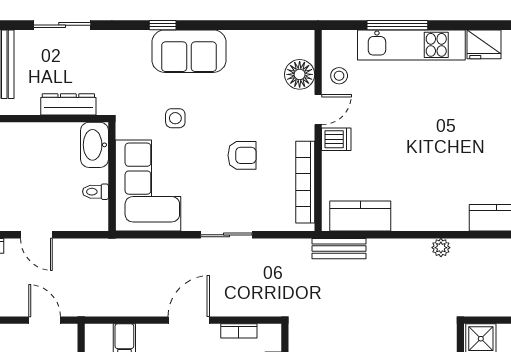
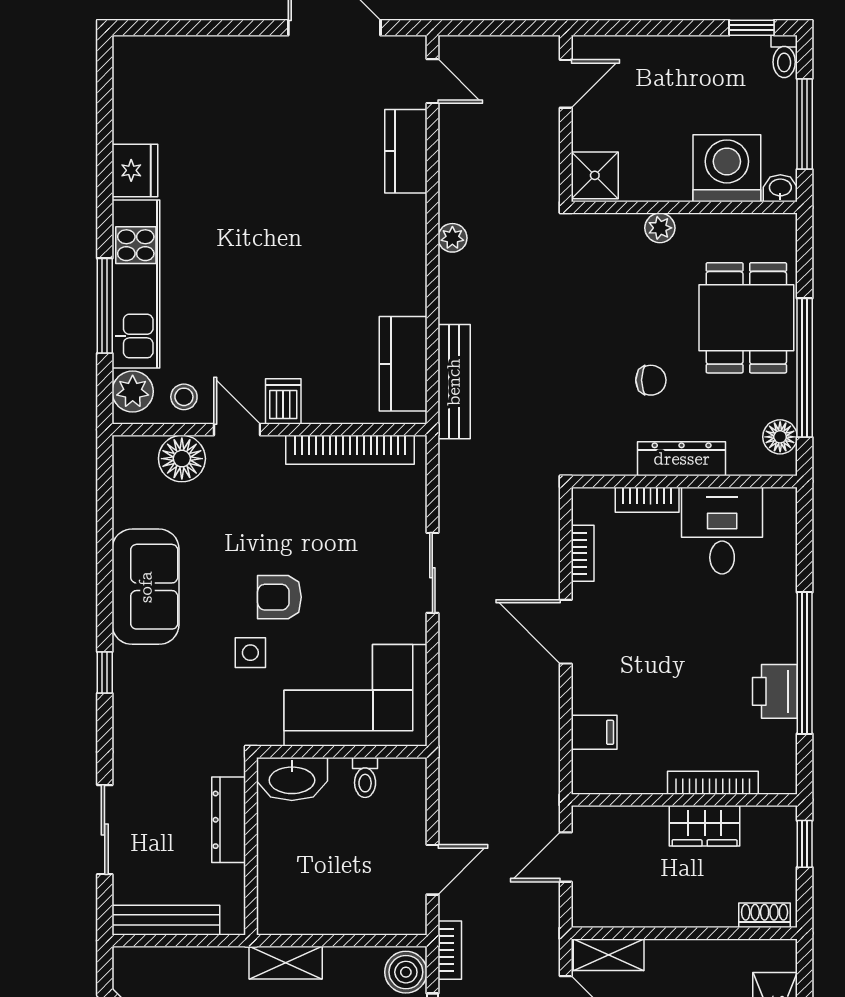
plant: (343, 43) -> (133, 391), added
sofa: (189, 51) -> (146, 587), moved
armchair: (242, 155) -> (279, 597), moved, turned -90
bench: (339, 249) -> (454, 382), width x1.36

